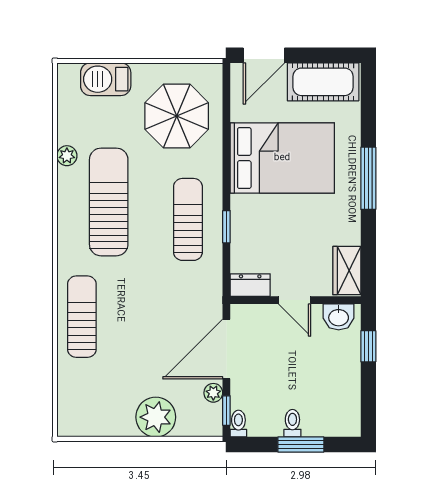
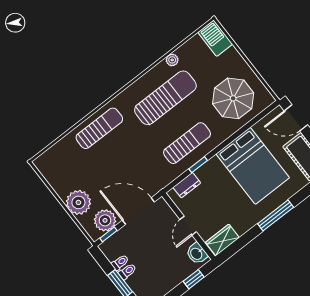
barbecue: (106, 79) -> (215, 38), moved
dresser: (250, 285) -> (187, 185), moved, turned 90
plant: (213, 393) -> (105, 220), width x1.88, depth x1.88
toilet: (238, 424) -> (120, 262), moved

